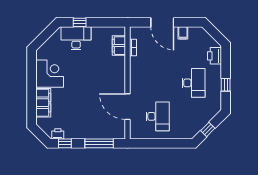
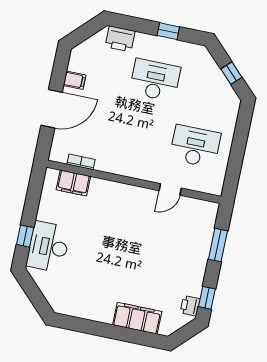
corner desk: (50, 74) -> (94, 299), removed
door: (128, 107) -> (170, 189), width x0.53
window: (99, 143) -> (218, 245), width x0.69

